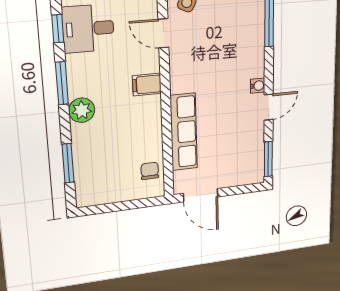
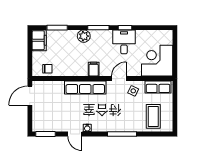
row of seats: (184, 132) -> (85, 87), moved
filing cabinet: (96, 193) -> (39, 40), added

